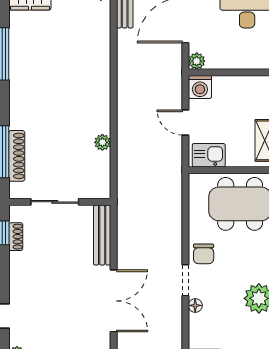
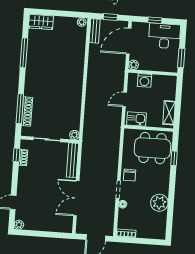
washing machine: (200, 87) -> (144, 80), moved
door: (185, 123) -> (125, 99), hinge flipped
plant: (102, 142) -> (74, 135), moved
double door: (114, 301) -> (76, 198), swing flipped

